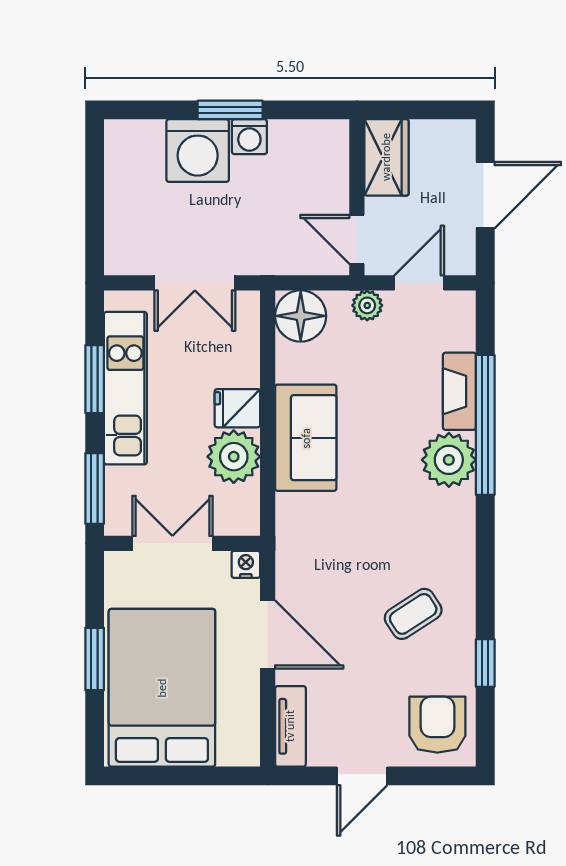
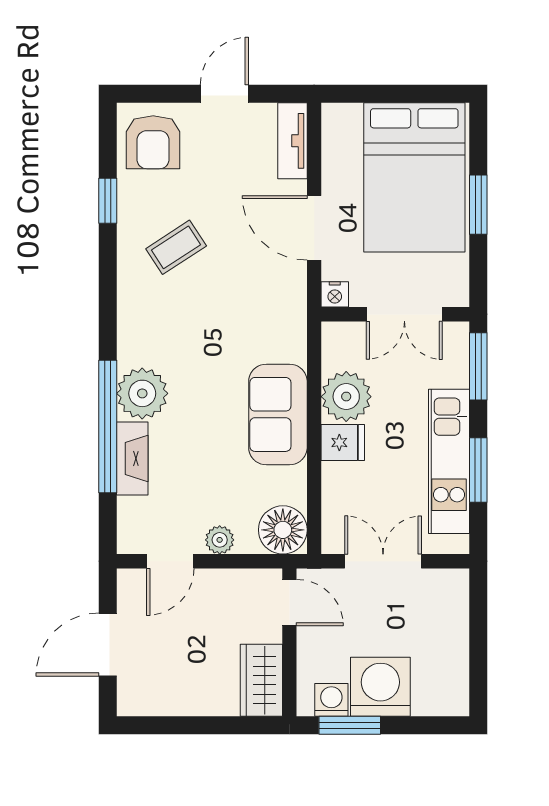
wardrobe: (386, 157) -> (261, 680), moved
wall: (357, 197) -> (289, 642), moved
door: (357, 239) -> (289, 603), moved

